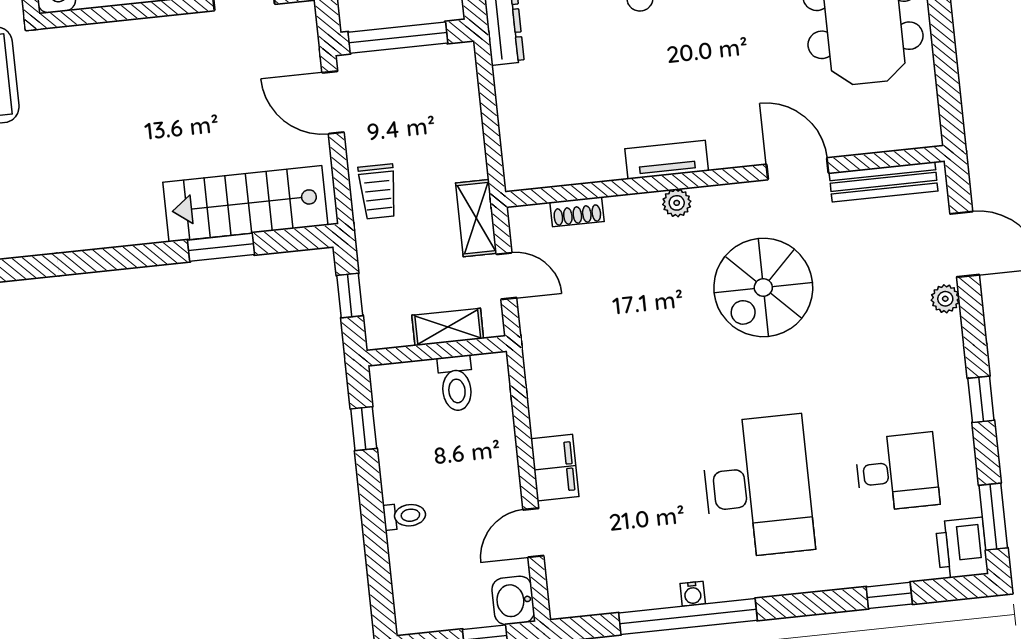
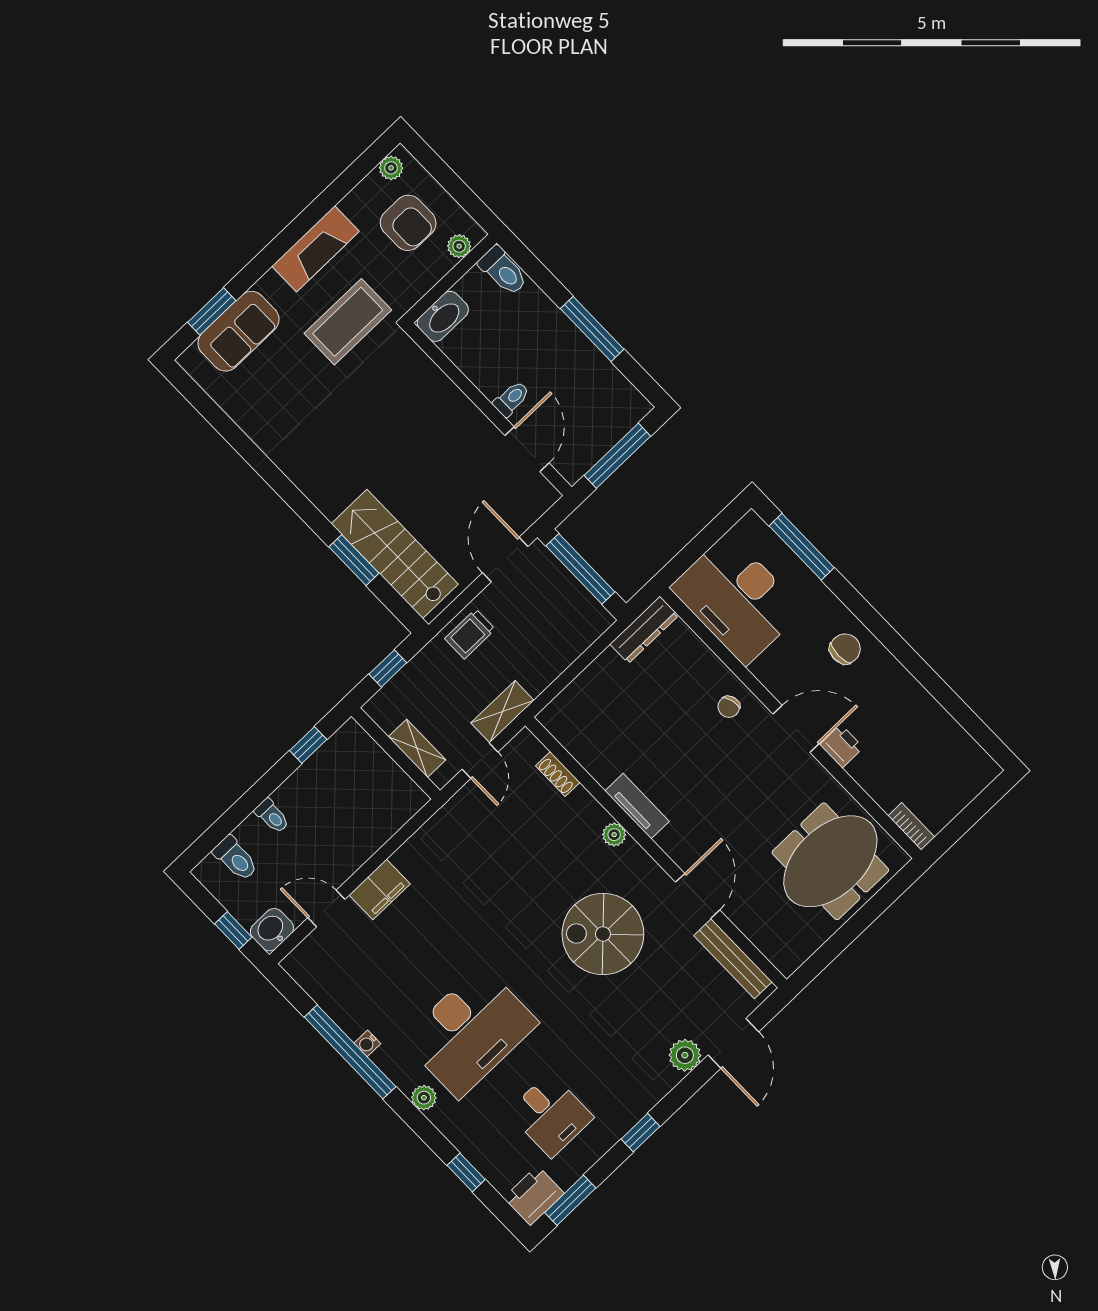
plant: (945, 299) -> (685, 1055), width x1.38, depth x1.38
toilet: (456, 383) -> (236, 858), moved, turned -90
plant: (786, 580) -> (424, 1098), added

